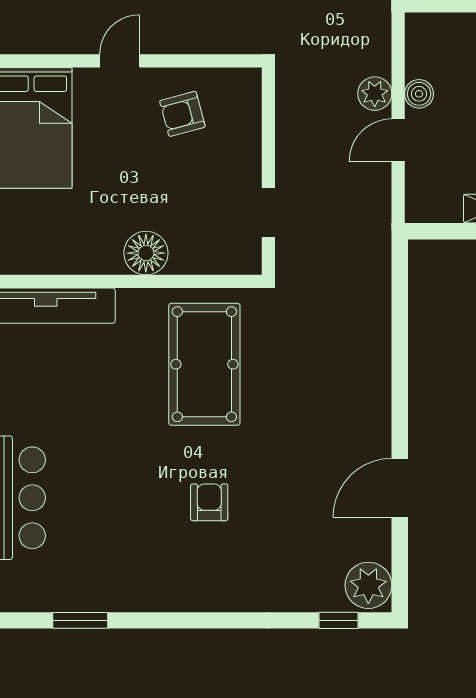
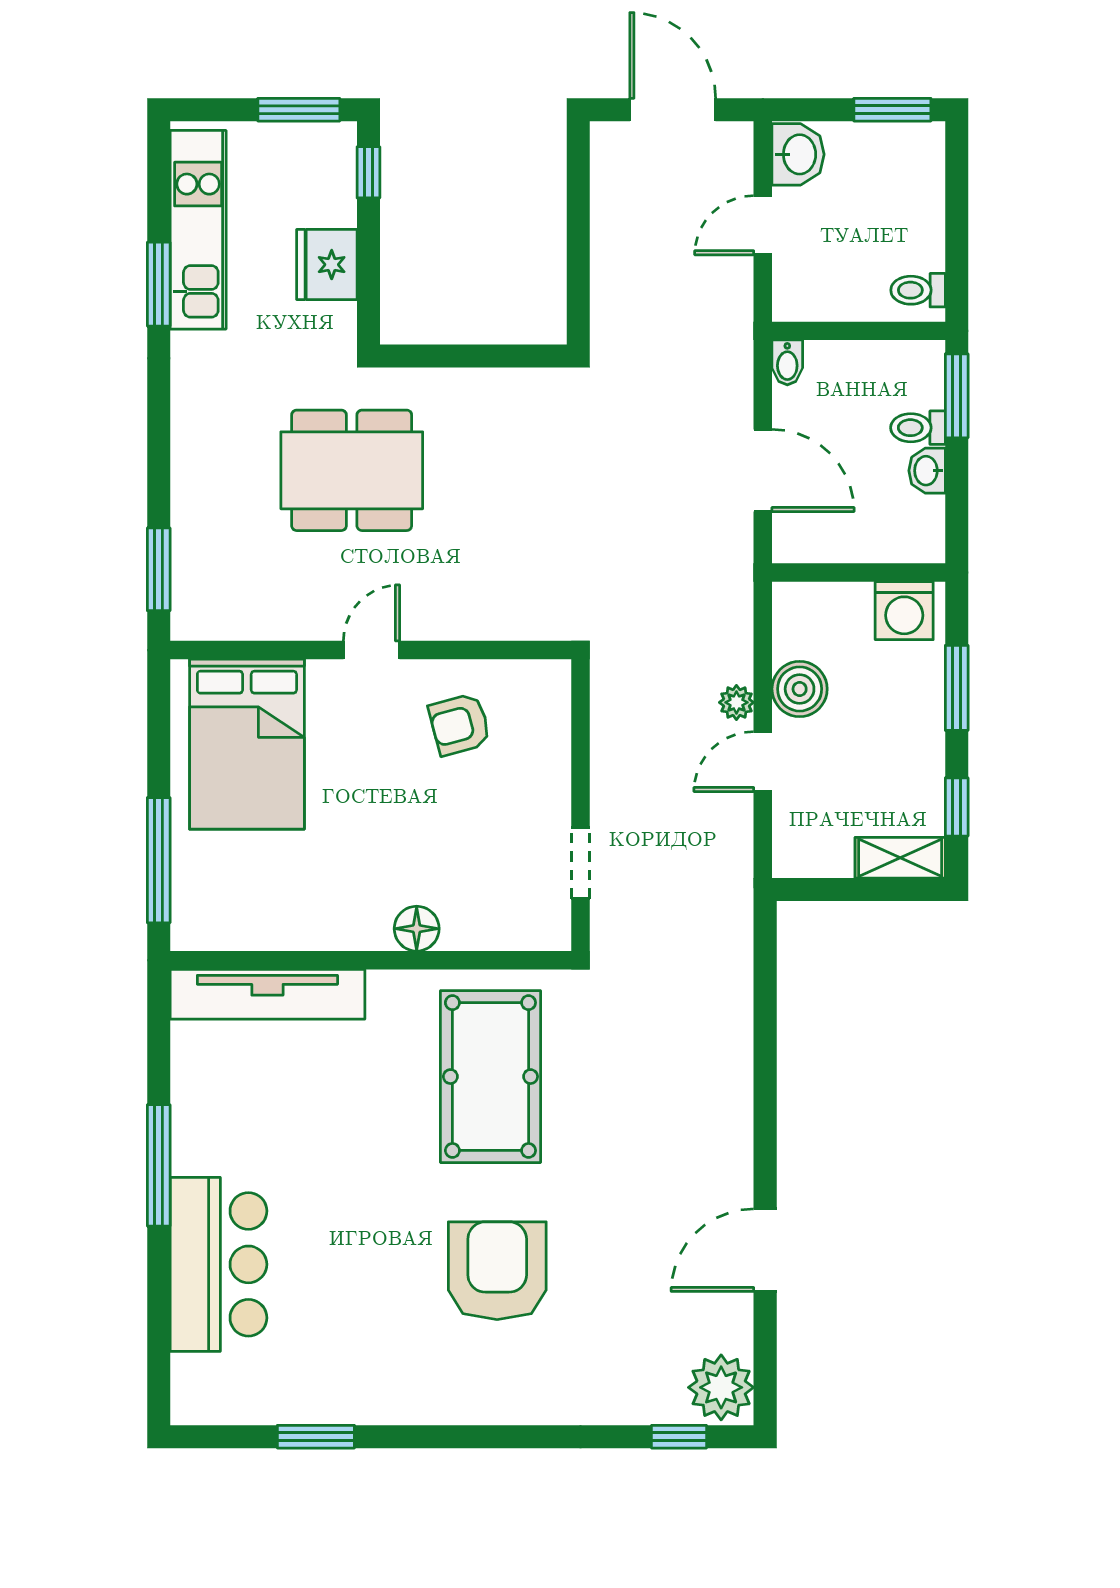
plant: (375, 94) -> (736, 702), width x0.73, depth x0.73
boiler: (419, 94) -> (800, 689), width x1.36, depth x1.36
floor lamp: (146, 253) -> (417, 929), width x0.73, depth x0.73
armchair: (209, 502) -> (497, 1271), width x1.88, depth x1.88

